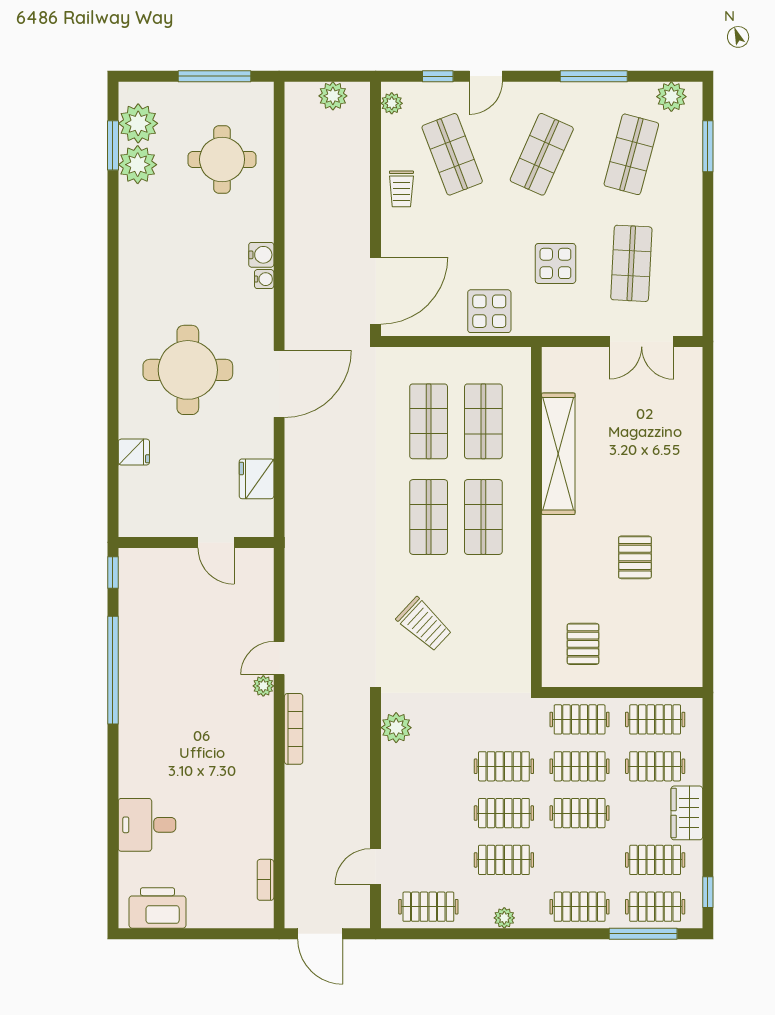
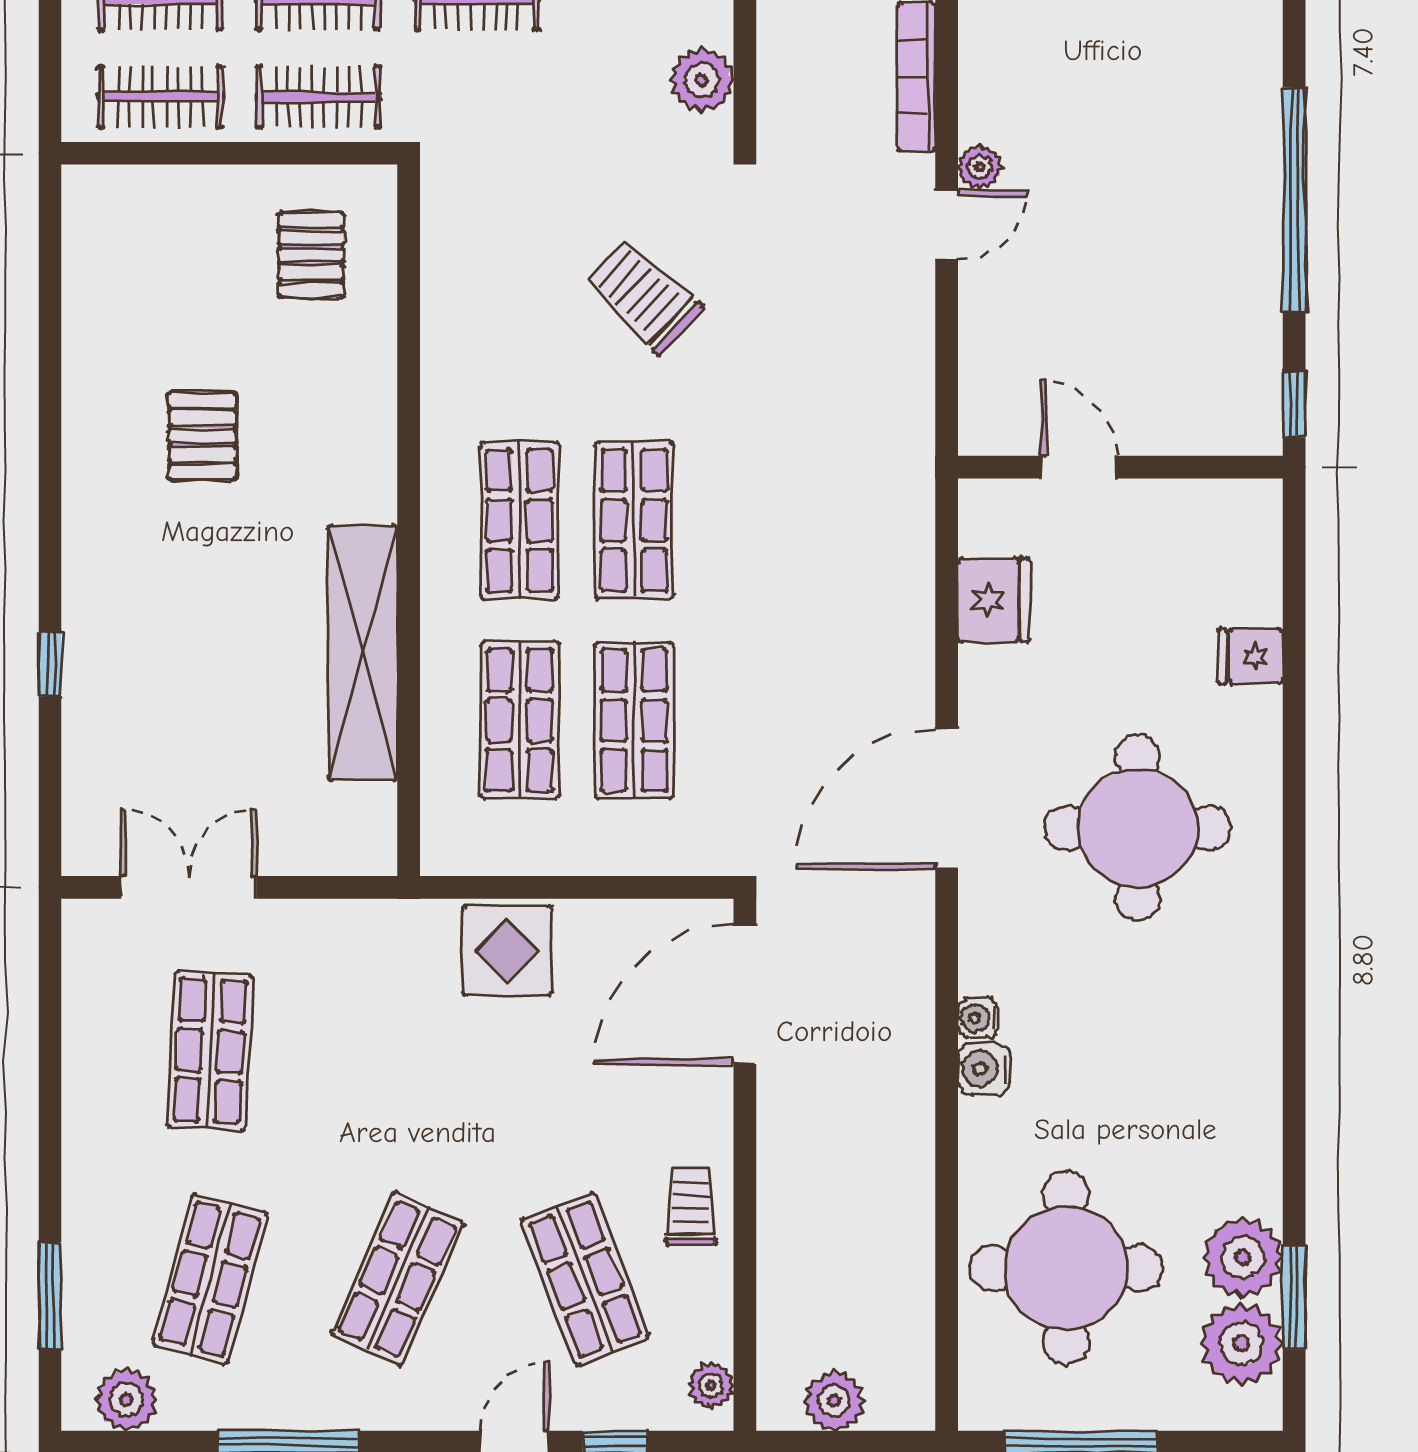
round table: (222, 159) -> (1066, 1268), width x1.36, depth x1.36
display table: (555, 263) -> (369, 1051), removed
window: (708, 448) -> (50, 664), added

